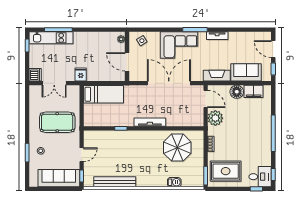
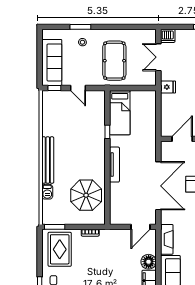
bed: (103, 94) -> (120, 113), moved
plant: (215, 118) -> (119, 238), removed
bench: (115, 182) -> (48, 160), moved

